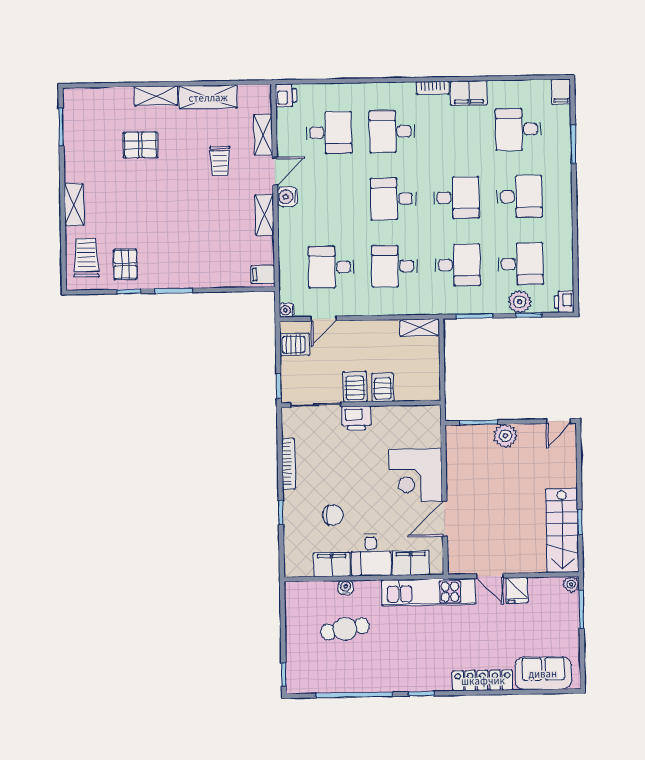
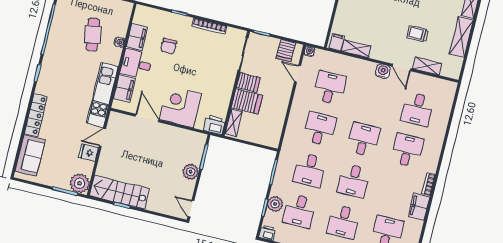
printer: (286, 95) -> (449, 88), removed
shelving: (264, 215) -> (356, 49), moved
shelving: (419, 328) -> (234, 123), moved
server rack: (383, 387) -> (247, 101), width x1.36, depth x1.44
printer: (356, 418) -> (214, 125), moved, turned 90
plant: (571, 584) -> (80, 183), width x1.88, depth x1.88

